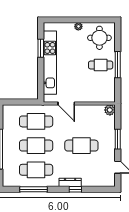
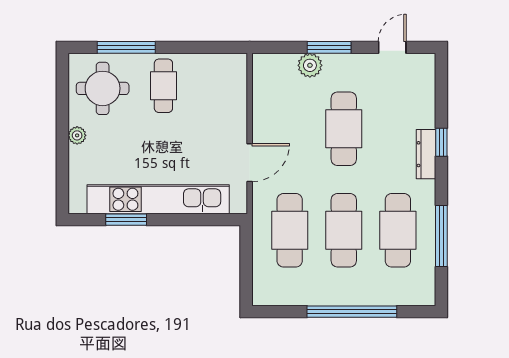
window: (118, 65) -> (126, 47), moved
plant: (110, 110) -> (310, 65), moved

